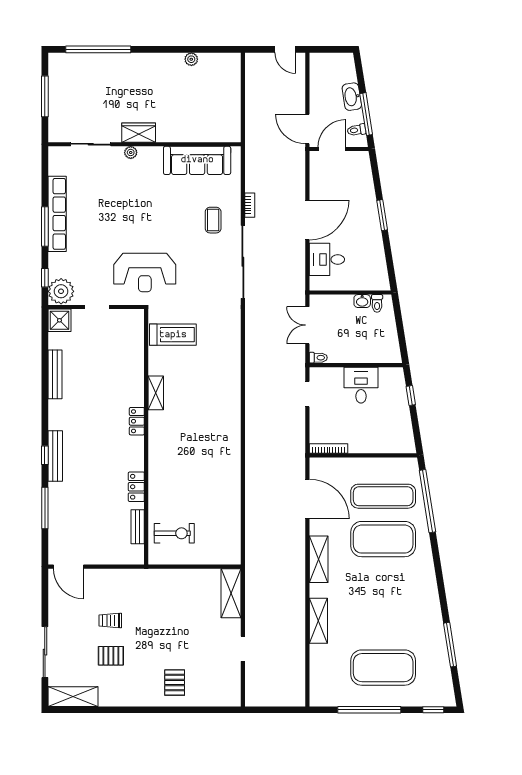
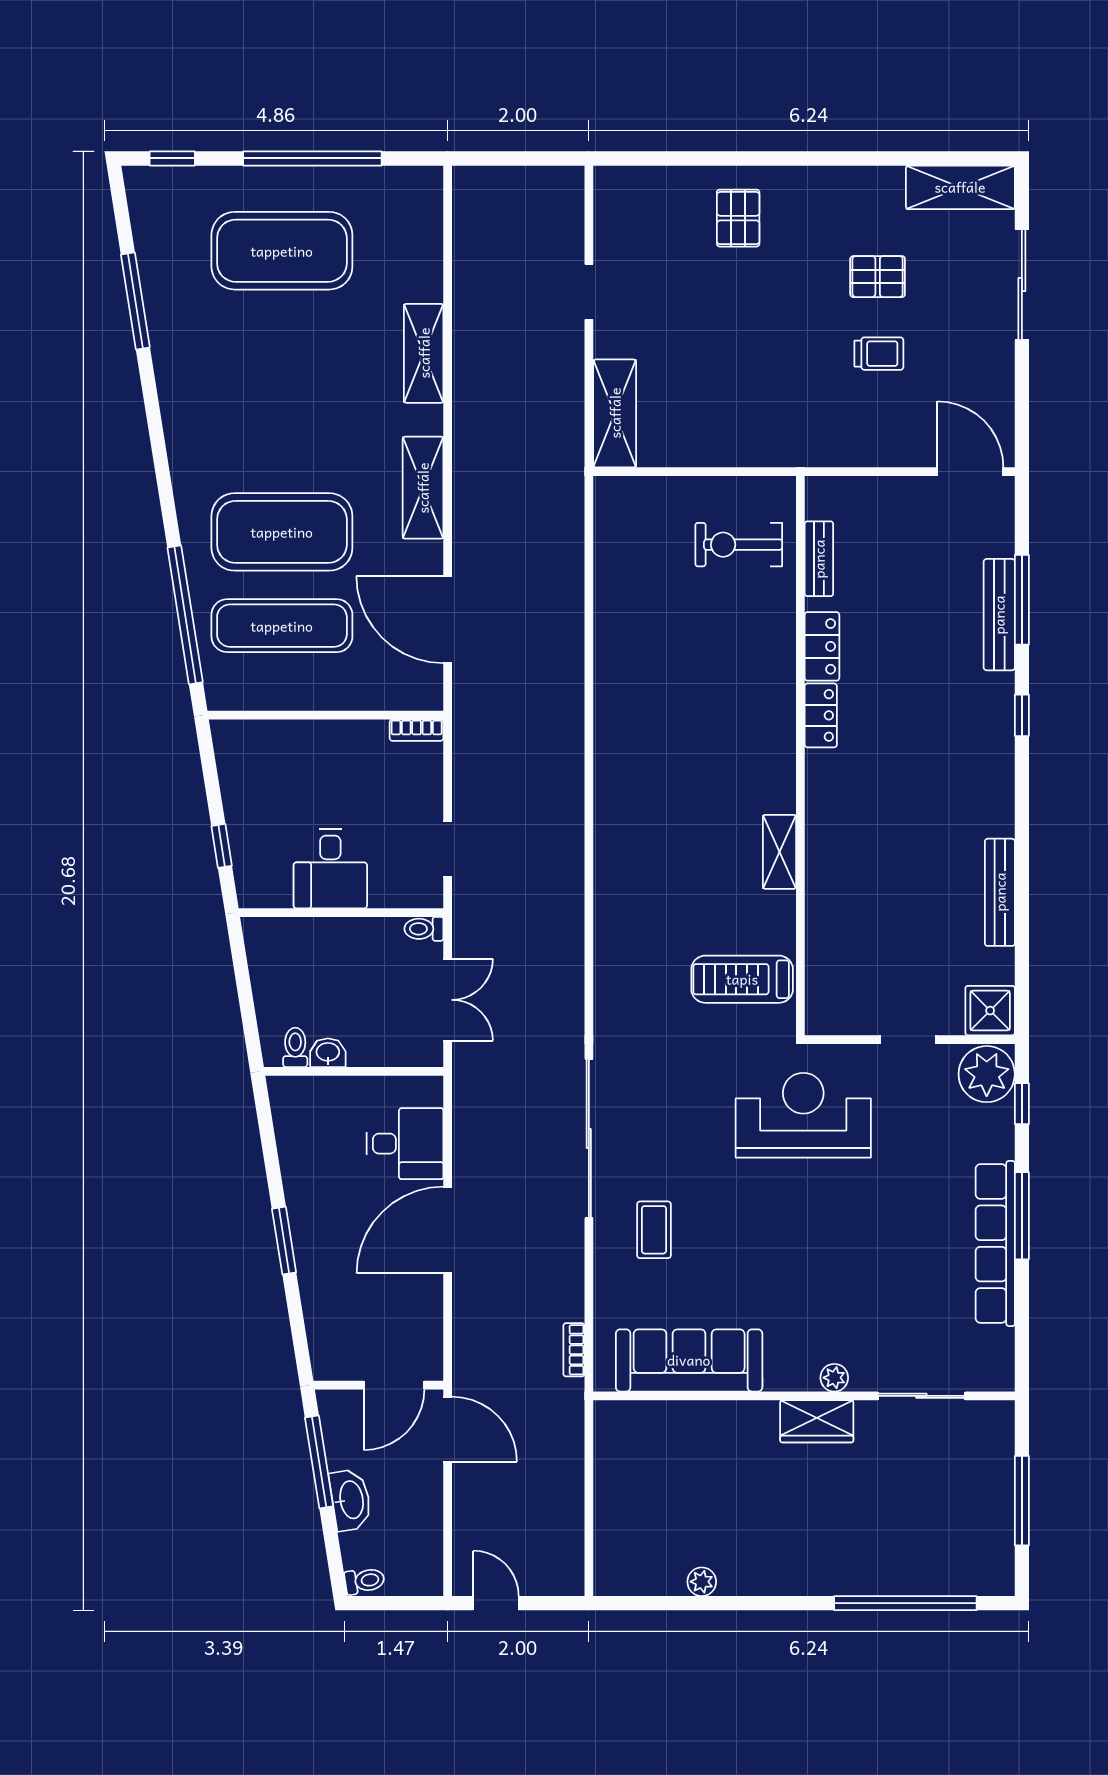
toilet: (356, 130) -> (365, 1581), moved
bookcase: (250, 205) -> (574, 1350), moved
locker: (137, 421) -> (821, 715), moved
bookcase: (329, 449) -> (417, 730), width x0.64
bench: (55, 456) -> (999, 615), moved

